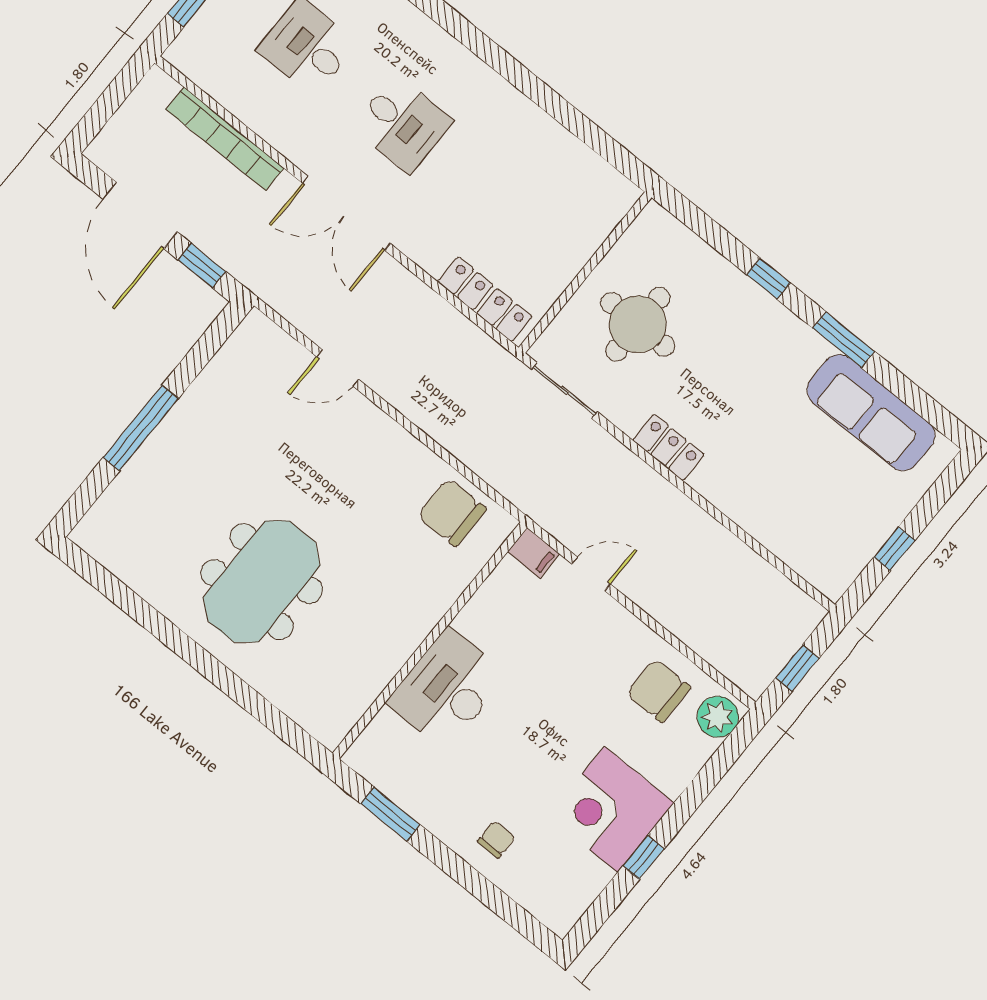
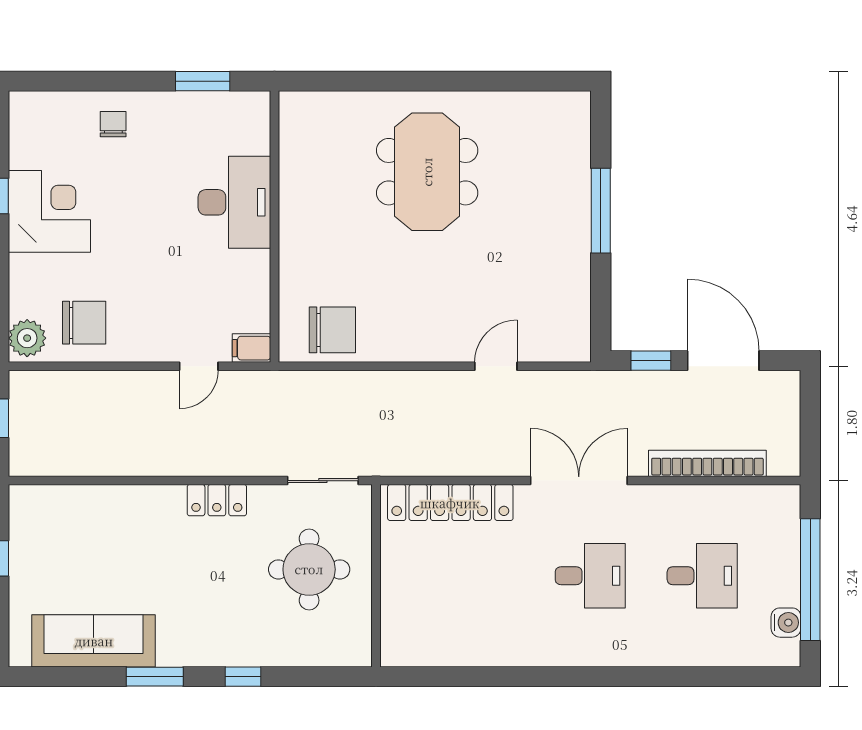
desk: (402, 124) -> (590, 576), turned 180
locker: (485, 299) -> (450, 503), width x1.41, depth x1.21
chair: (496, 840) -> (113, 124), turned 180

